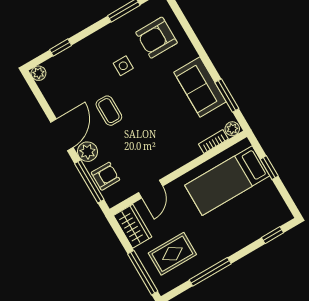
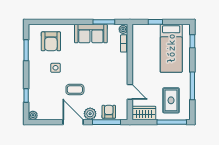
bed: (227, 181) -> (171, 48), moved

